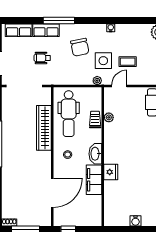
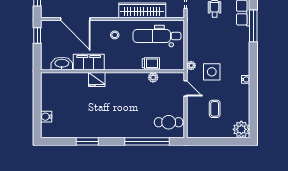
chair: (80, 47) -> (226, 47), removed
coffee table: (128, 62) -> (215, 109), moved
washbasin: (95, 154) -> (62, 64), moved
water cooler: (135, 221) -> (46, 117), moved

